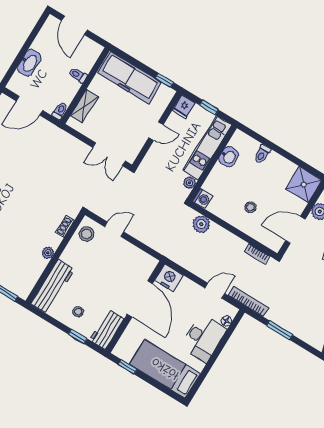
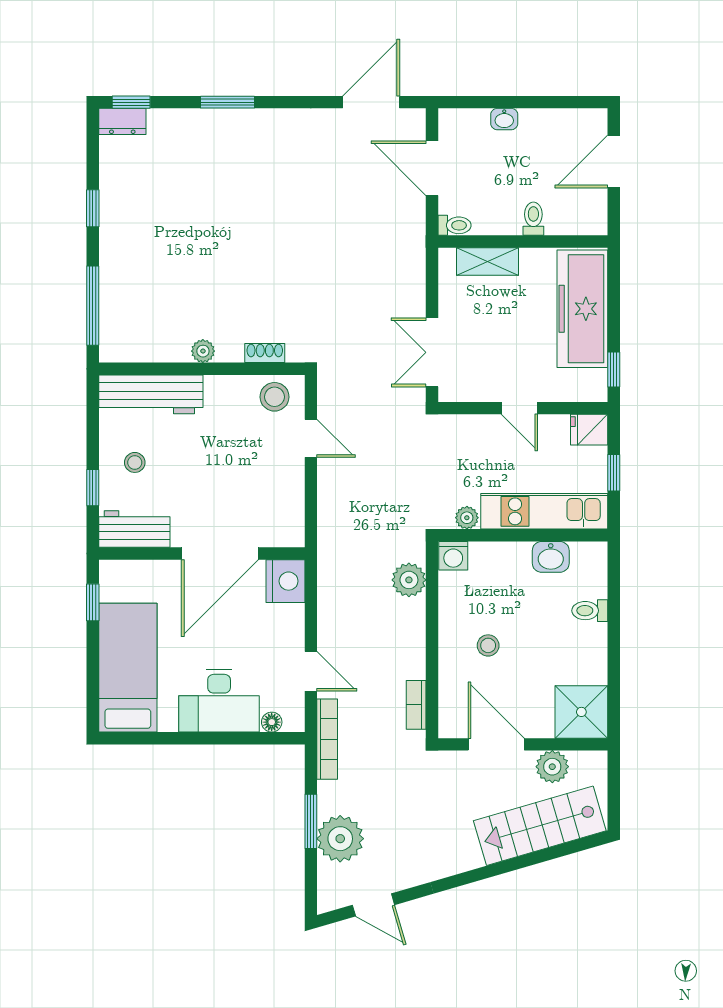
washbasin: (29, 63) -> (504, 119), width x0.52, depth x0.69
plant: (295, 322) -> (340, 839), added

